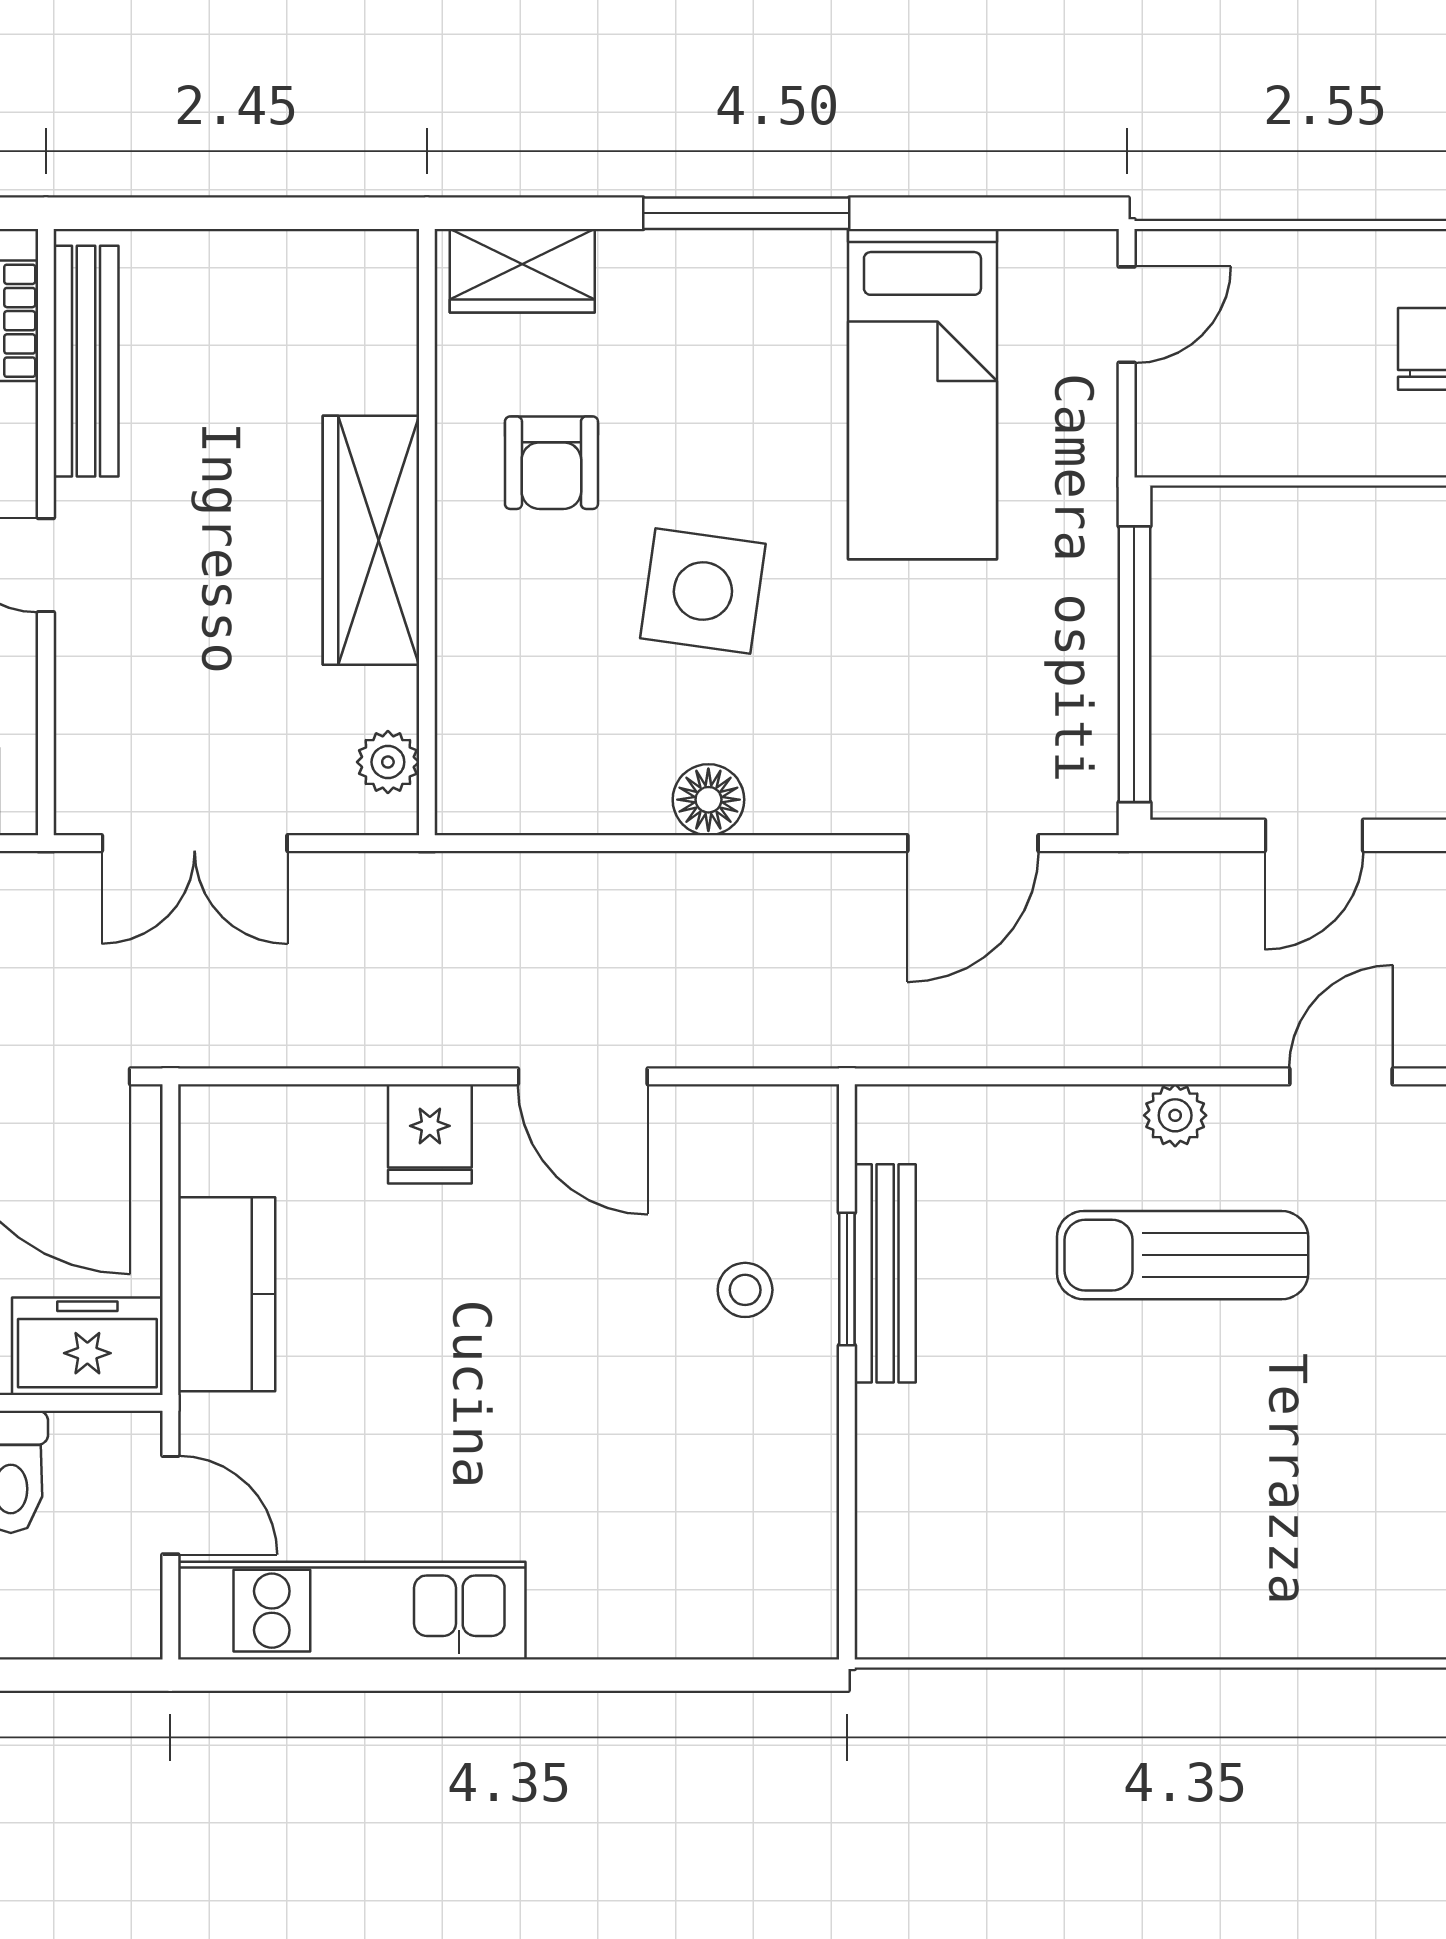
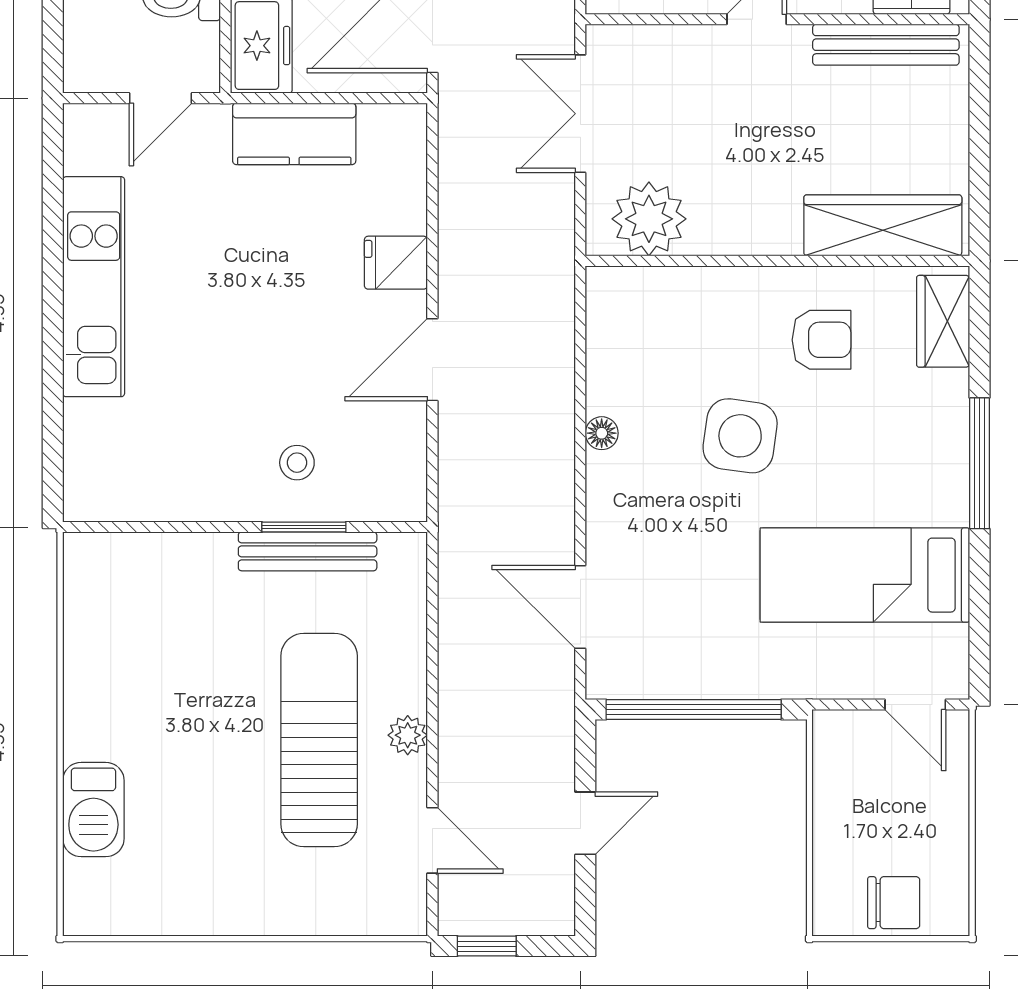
armchair: (551, 463) -> (821, 340), turned 180
wardrobe: (371, 540) -> (883, 225), moved
plant: (388, 762) -> (649, 219), width x1.88, depth x1.88
floor lamp: (708, 800) -> (602, 433), width x0.73, depth x0.73
door: (1314, 835) -> (585, 823), swing flipped
sun lounger: (1183, 1255) -> (319, 740), width x1.36, depth x1.34
kitchen unit: (352, 1611) -> (94, 287), moved
barbecue: (1292, 1611) -> (93, 810), added

